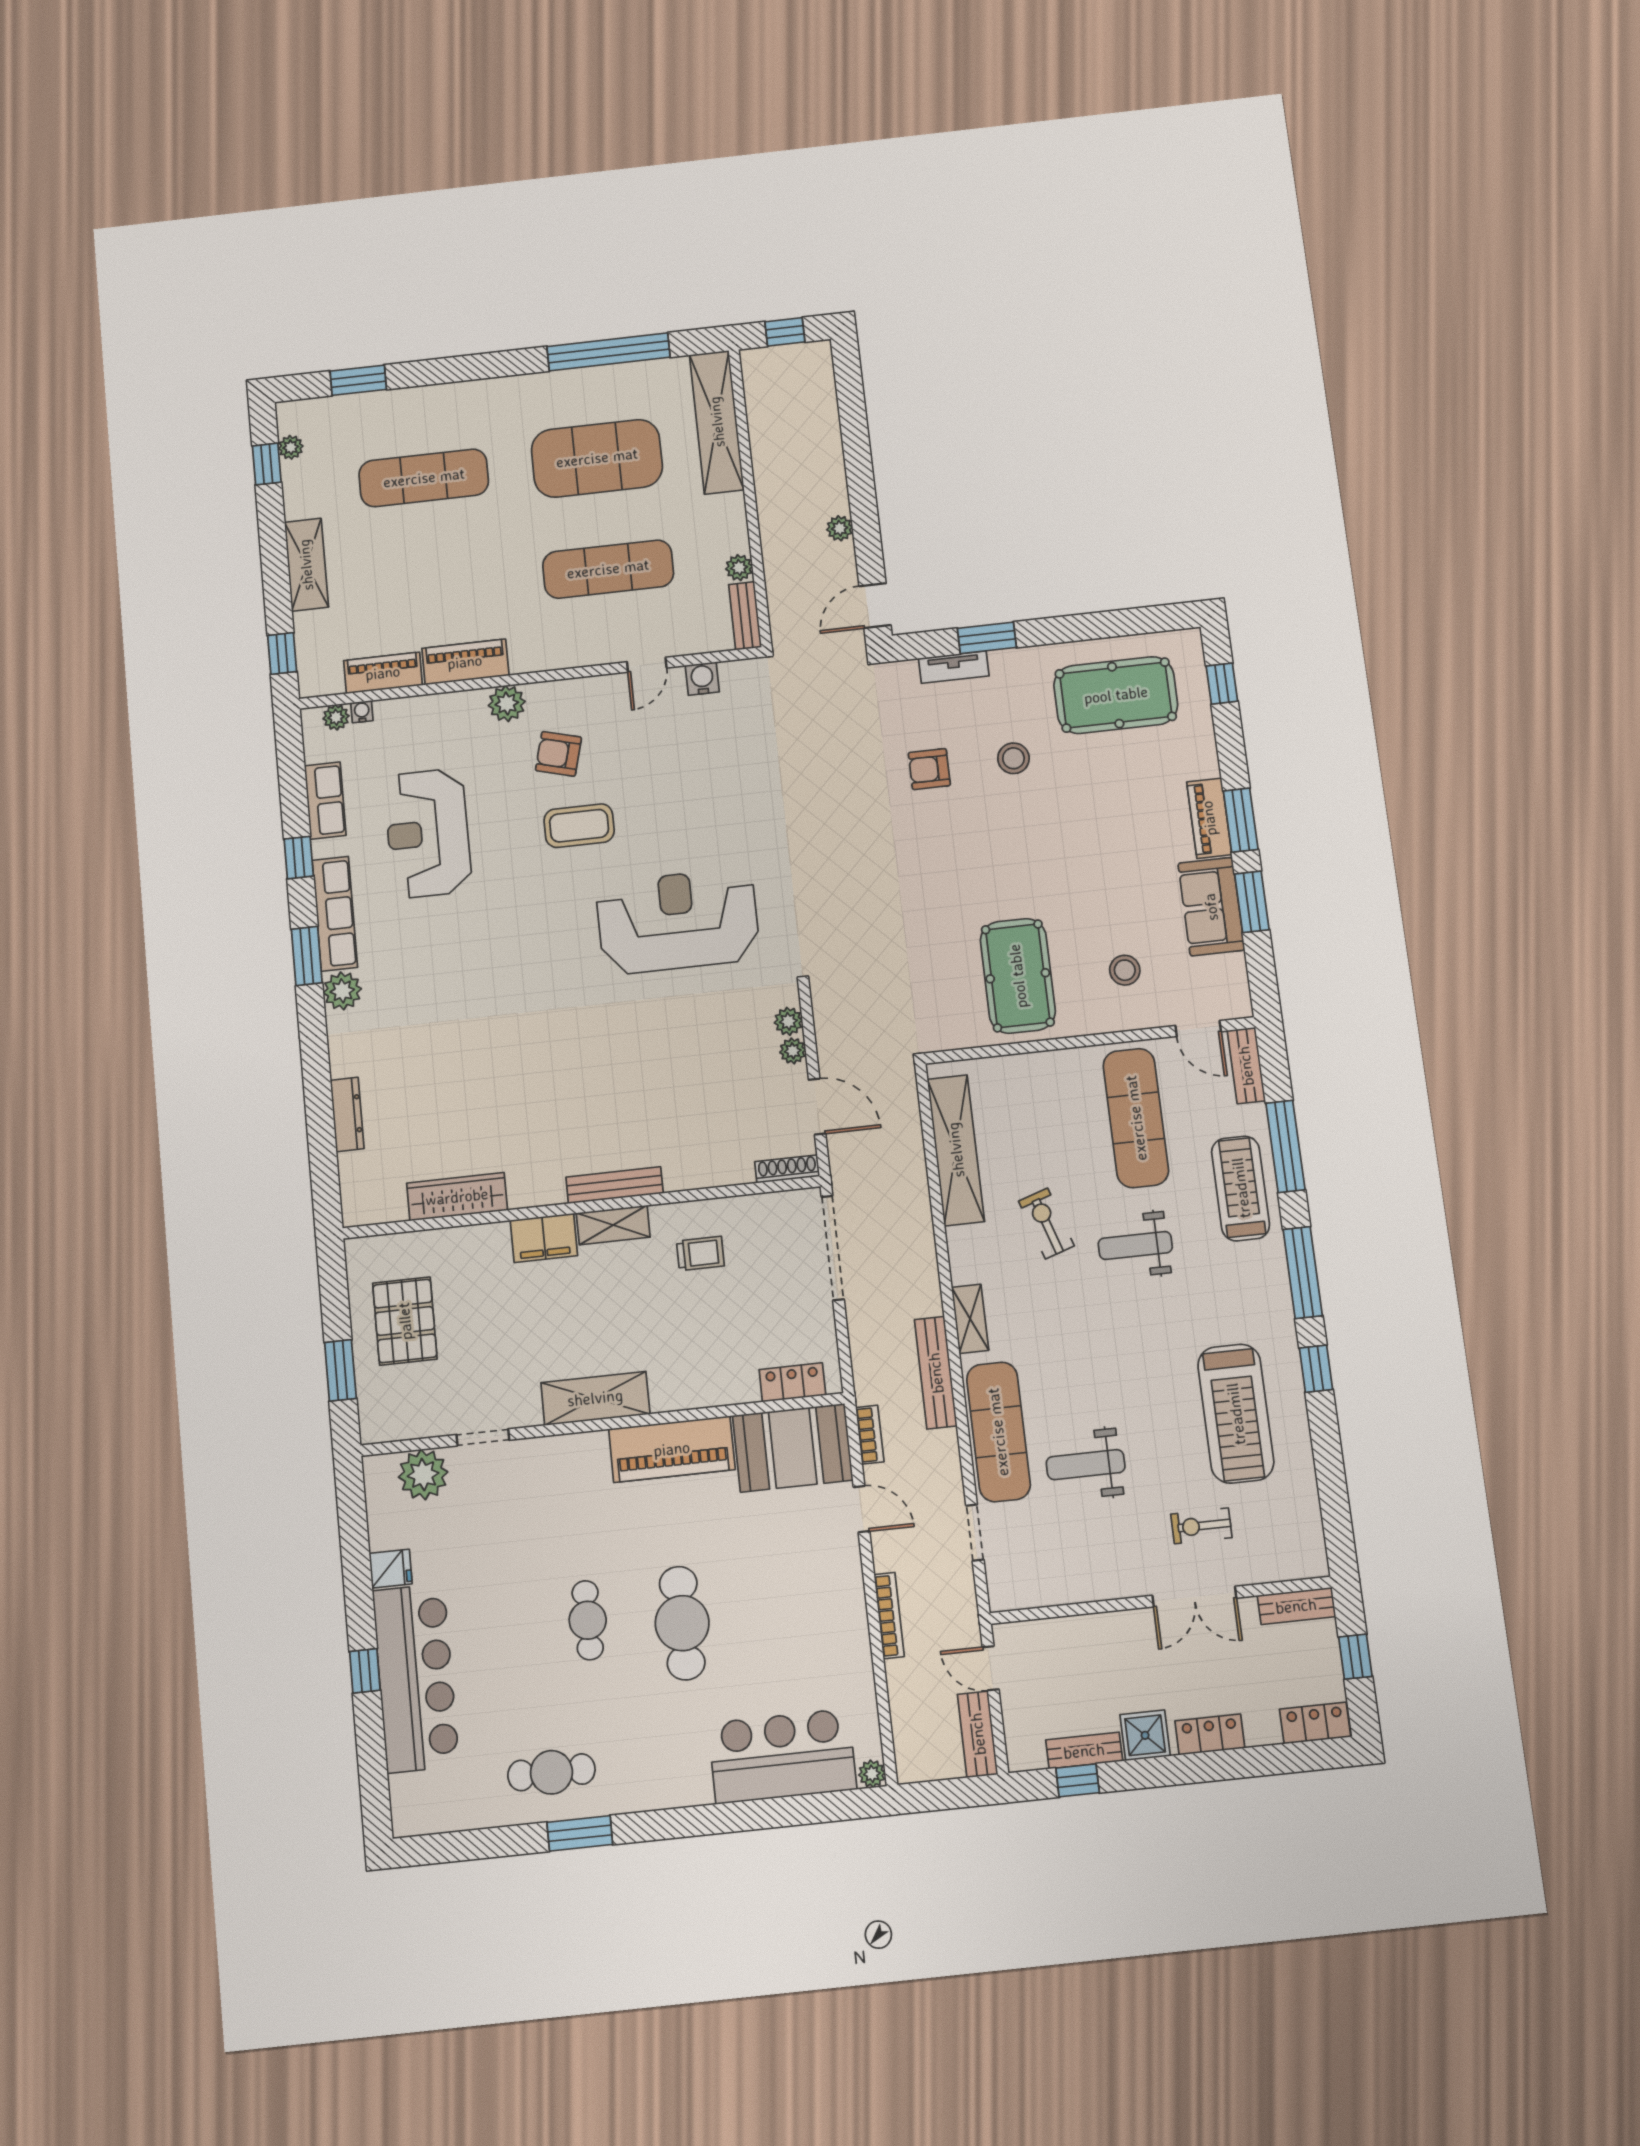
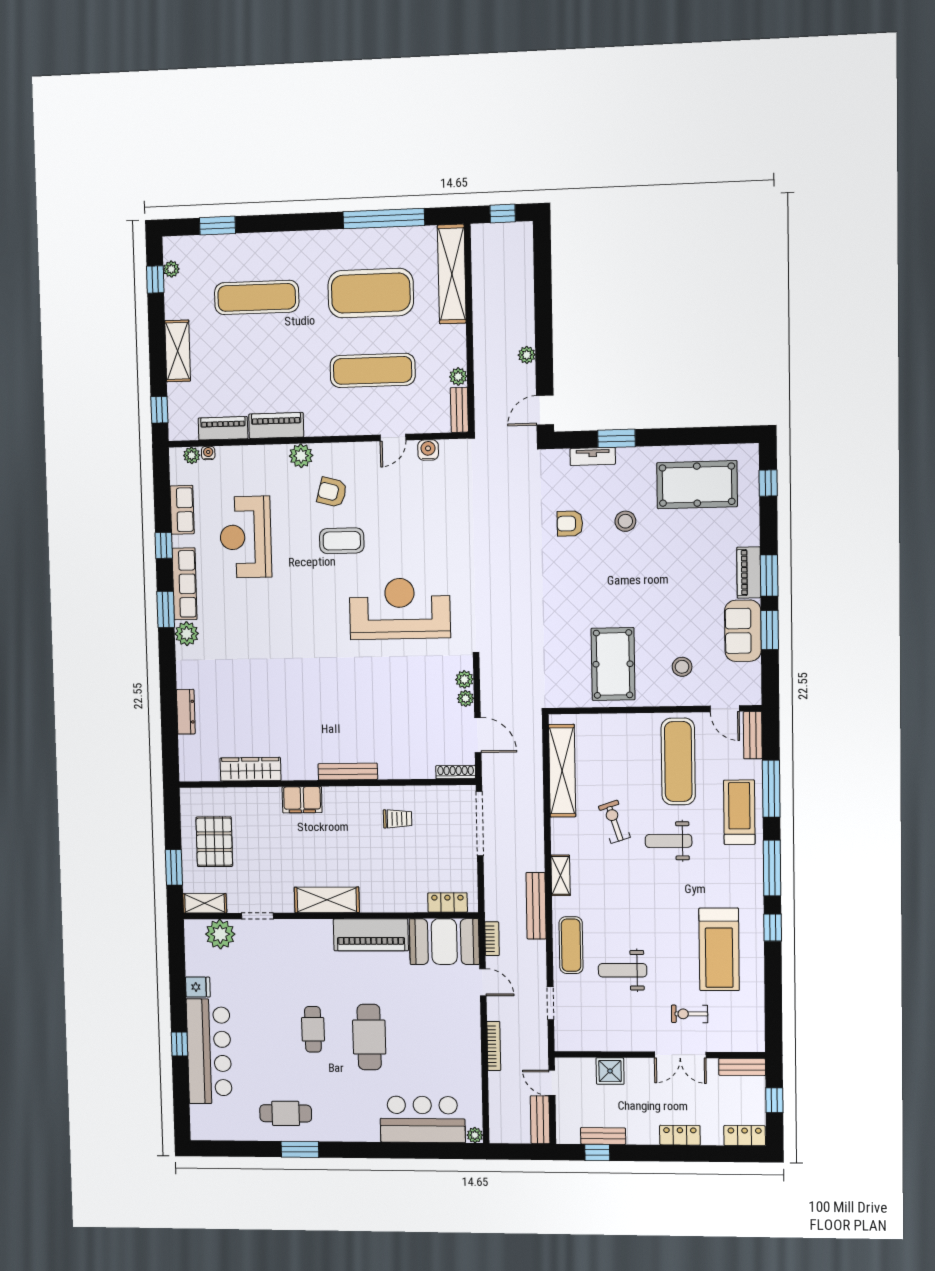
shelving: (613, 1225) -> (205, 903), moved
exercise mat: (998, 1432) -> (571, 945), width x0.73, depth x0.69
shower: (1145, 1735) -> (610, 1071), moved

